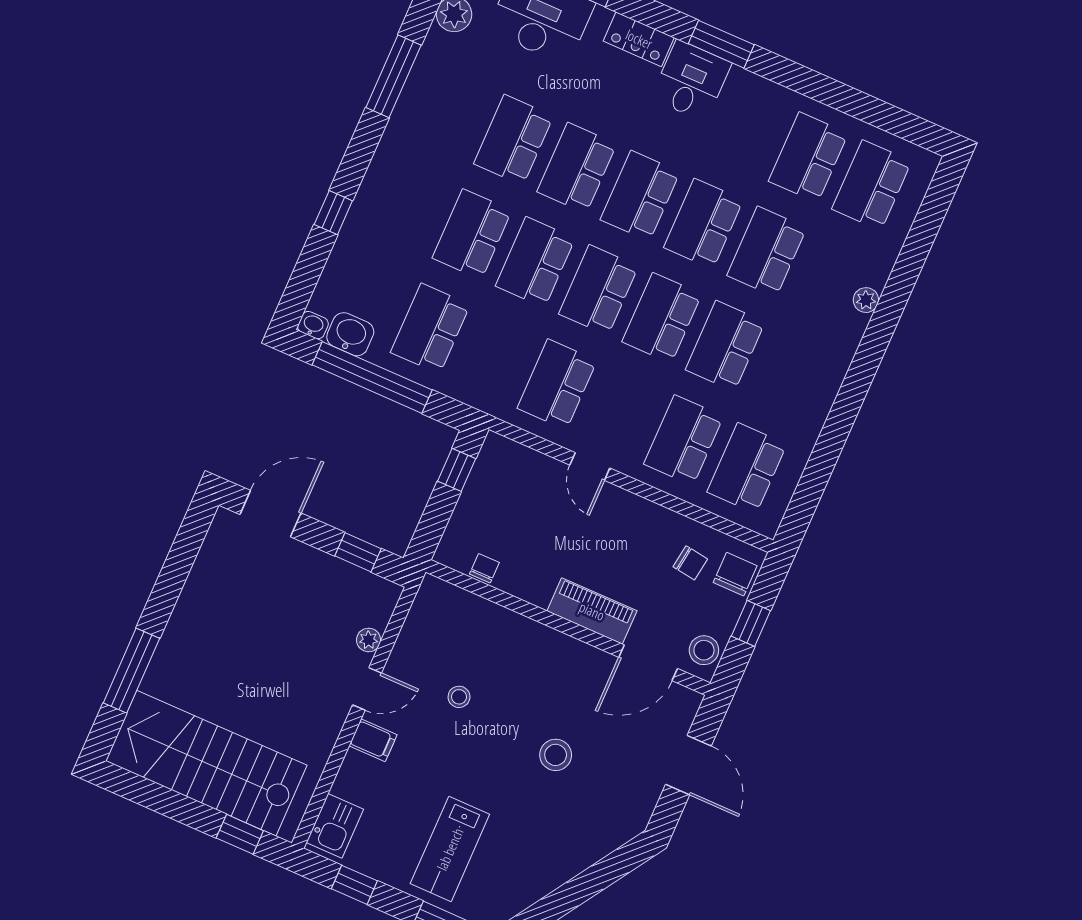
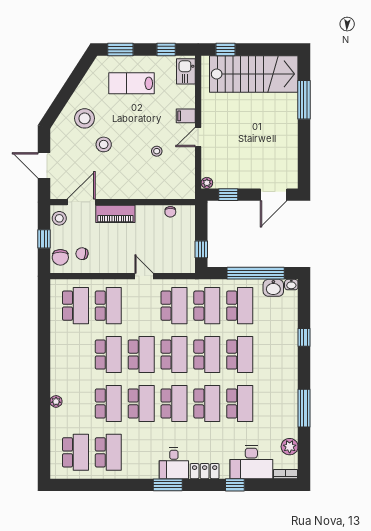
school desk: (494, 356) -> (207, 306), added
plant: (369, 640) -> (207, 183), moved
stool: (570, 821) -> (85, 118), added
lab bench: (450, 849) -> (132, 83), turned -90

